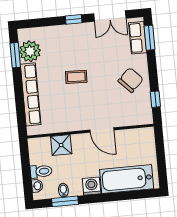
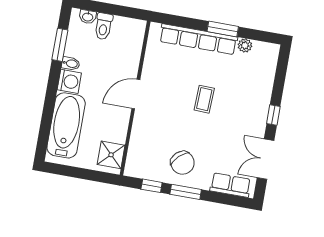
window: (150, 38) -> (186, 192), moved
plant: (30, 51) -> (245, 45), width x0.53, depth x0.53
window: (15, 55) -> (223, 29), moved
door: (102, 130) -> (136, 94), moved
shower: (61, 145) -> (111, 155), moved
bidet: (63, 190) -> (71, 64), moved

